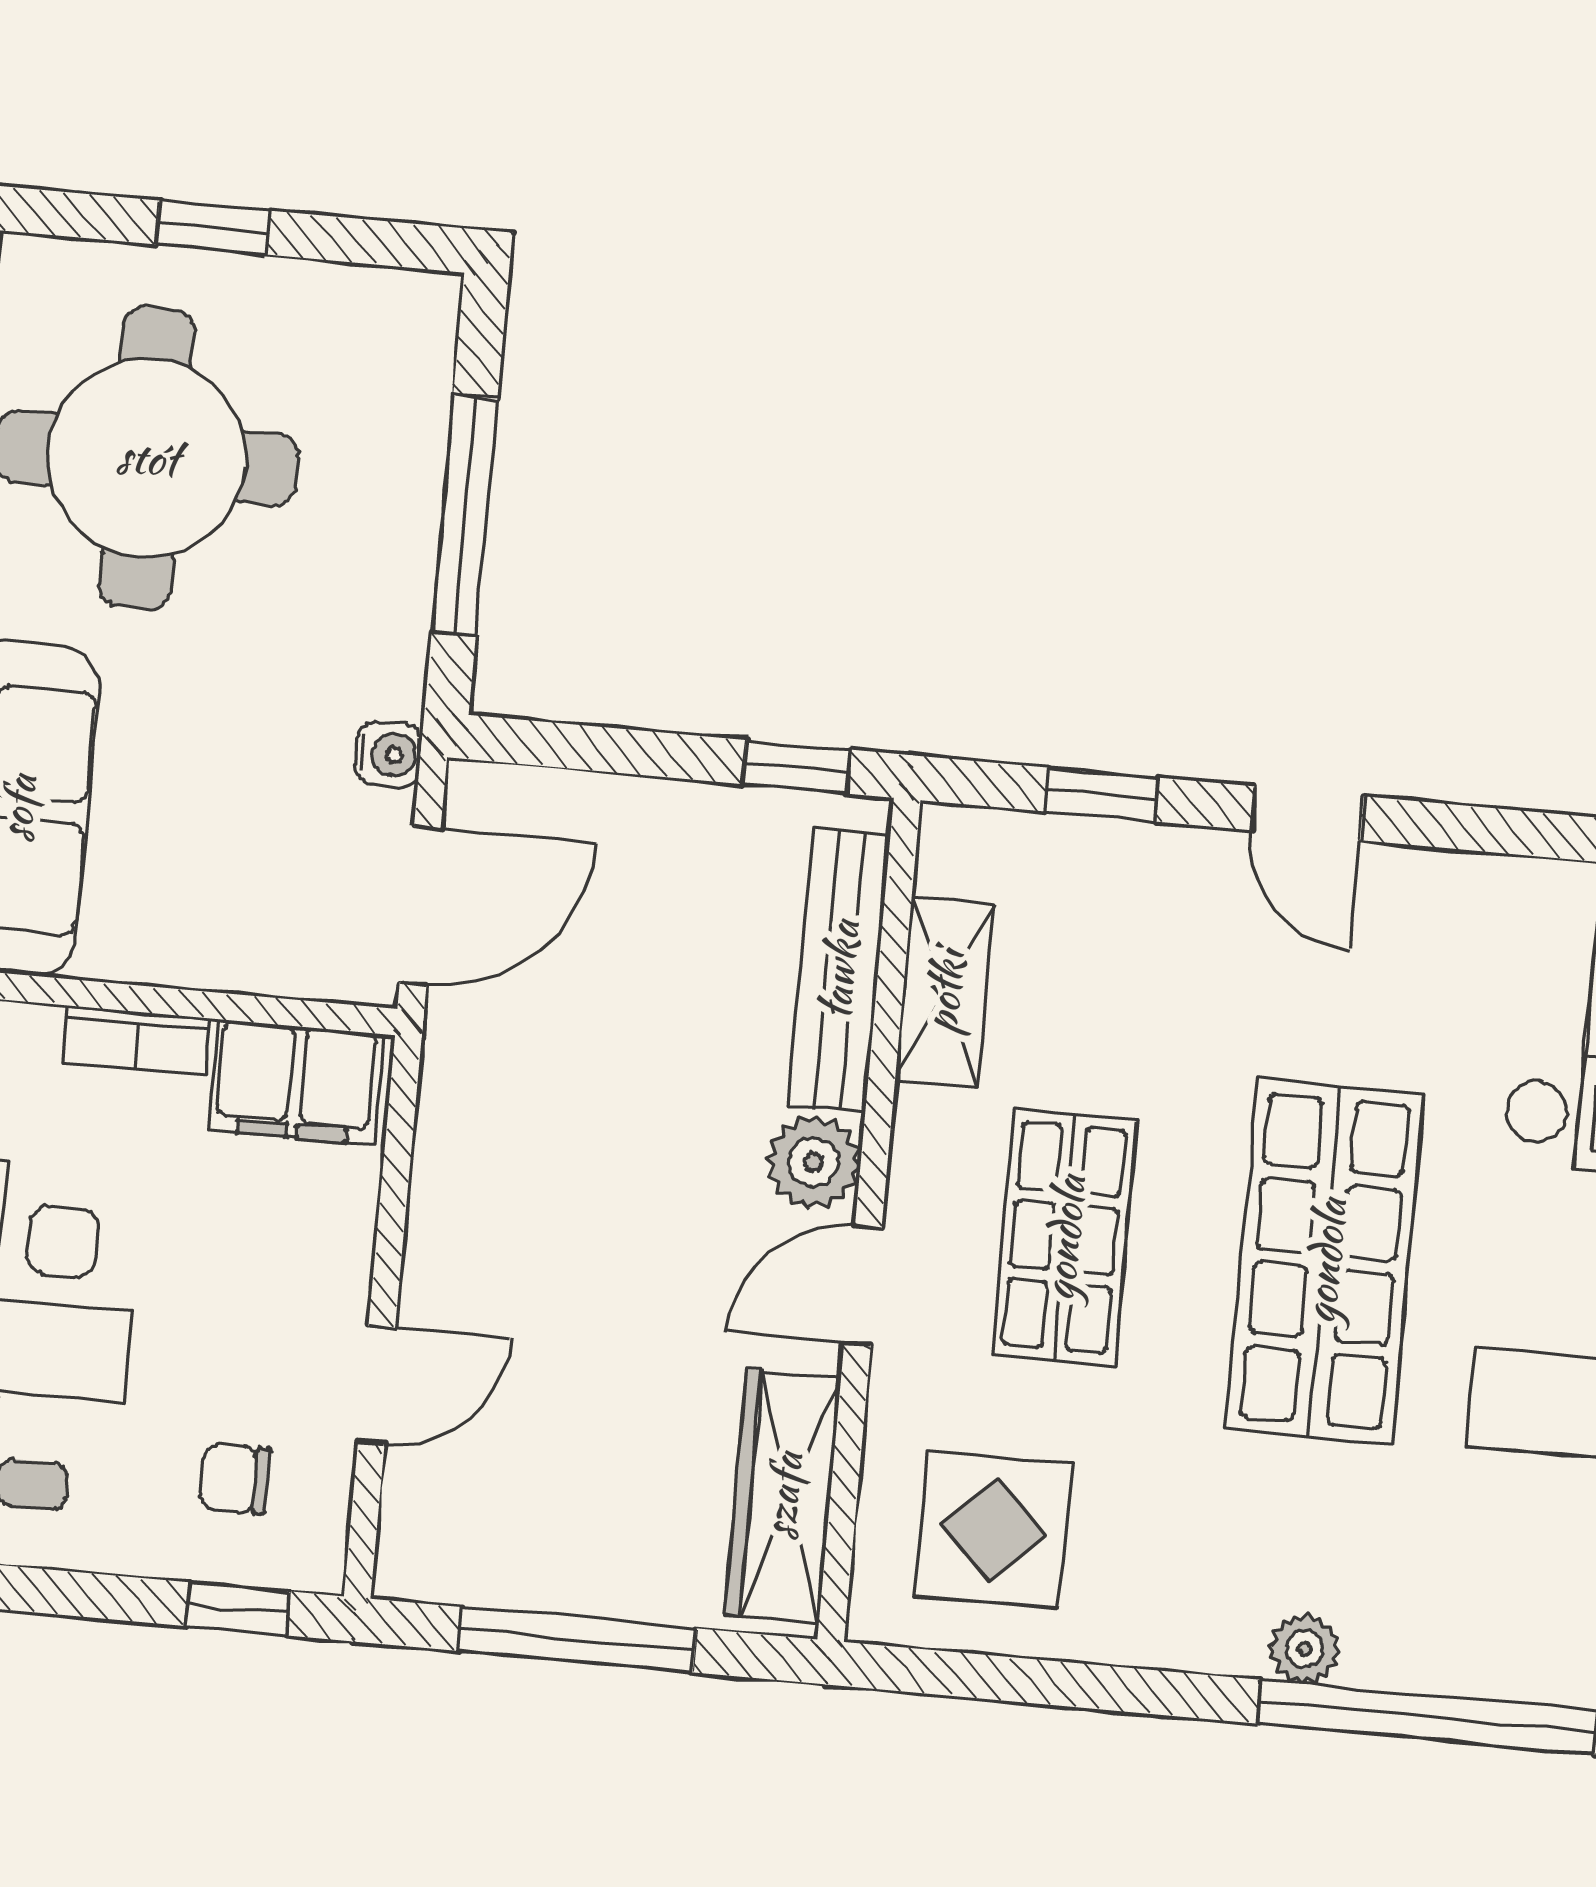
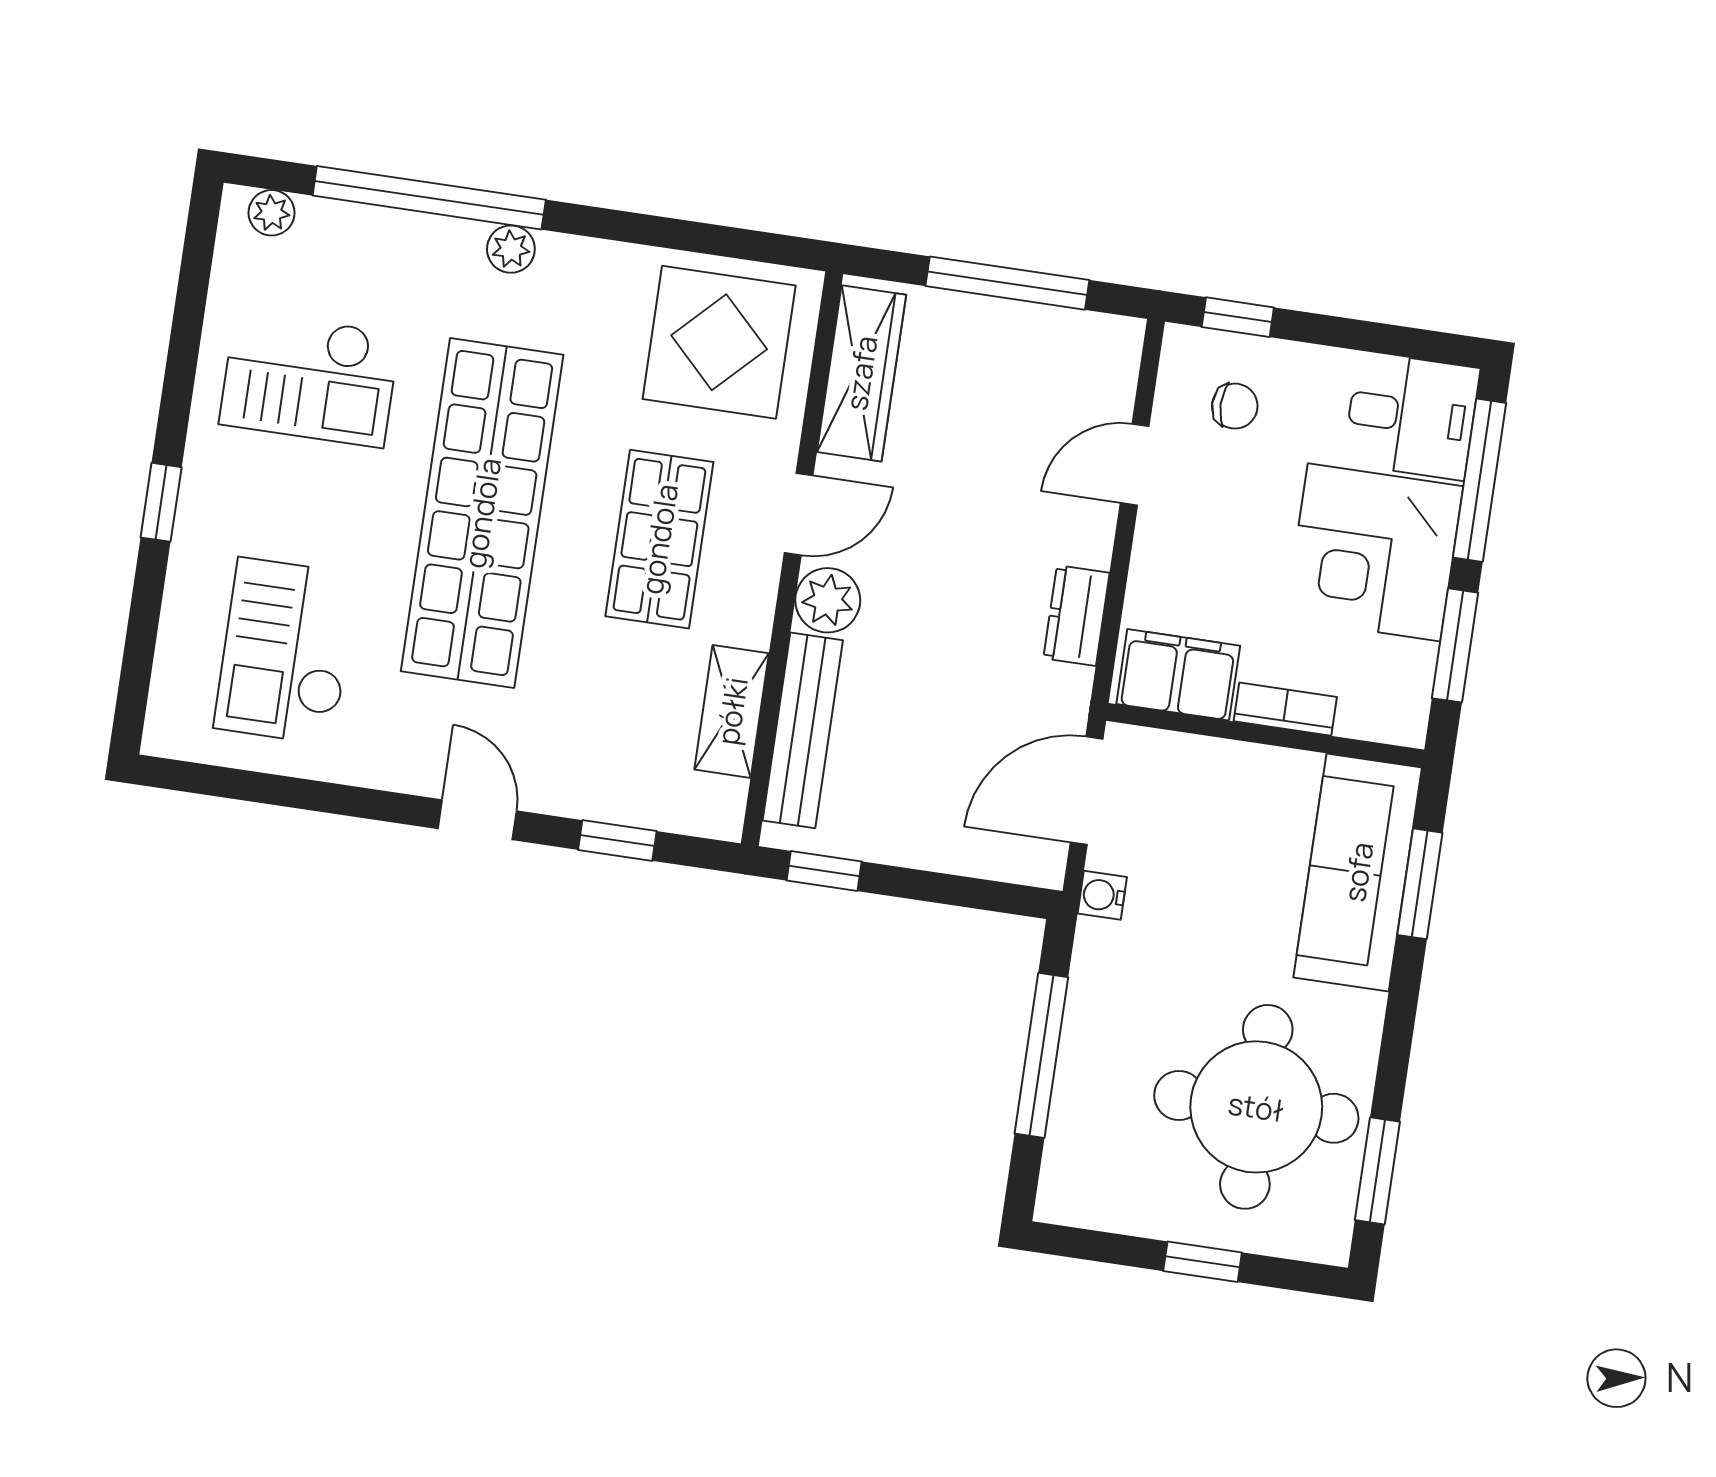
dresser: (449, 1160) -> (1076, 616), added
shop shelf: (1325, 1261) -> (482, 513), width x1.40
display table: (993, 1530) -> (719, 342), width x1.36, depth x1.36

